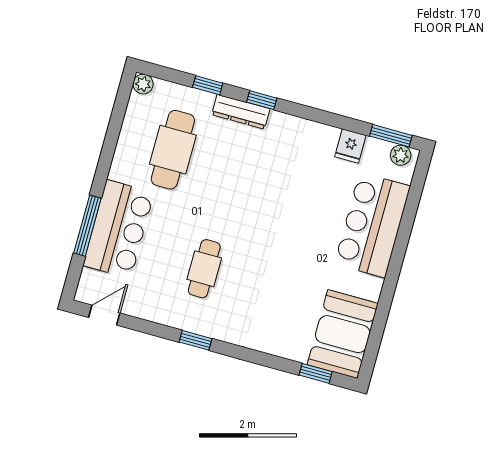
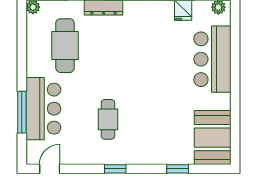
window: (316, 373) -> (178, 169), moved

